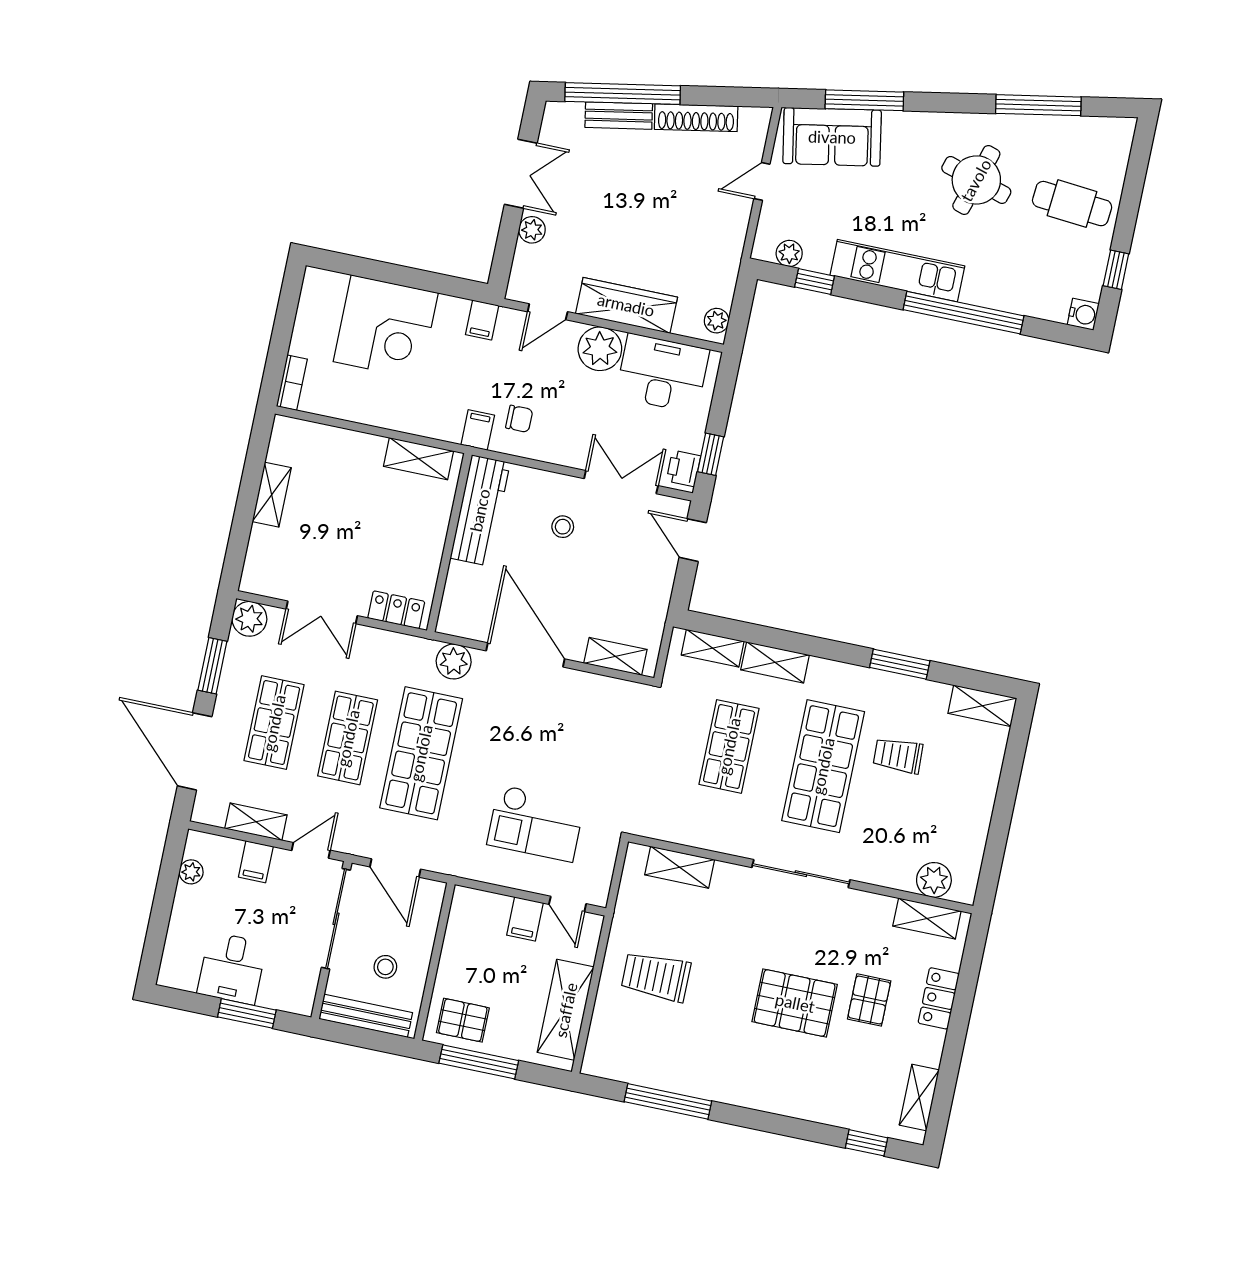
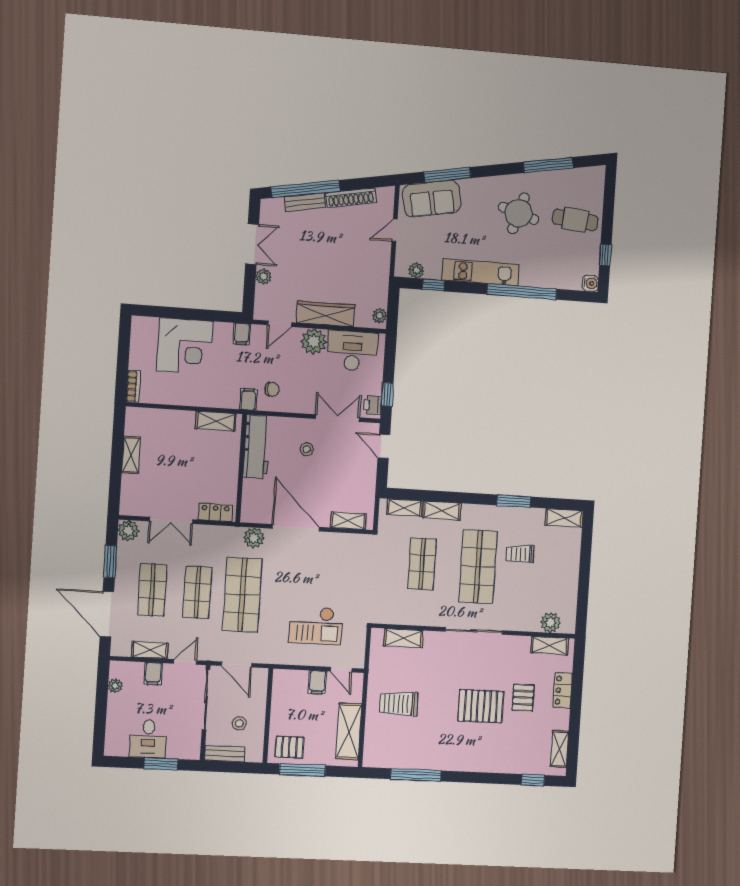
bench: (366, 1016) -> (225, 754), width x0.73

